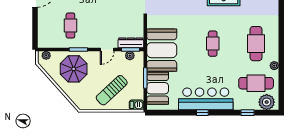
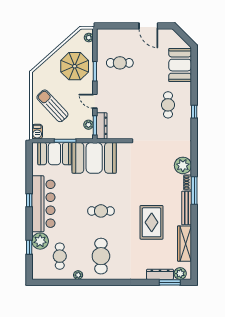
cafe table: (256, 44) -> (101, 256), turned 90
cafe table: (256, 83) -> (60, 256), width x0.73, depth x0.74
plant: (267, 102) -> (40, 241), moved

